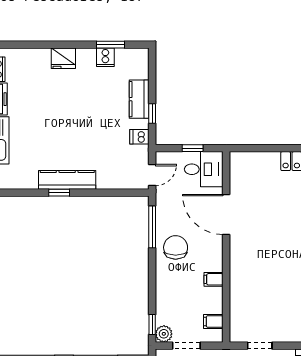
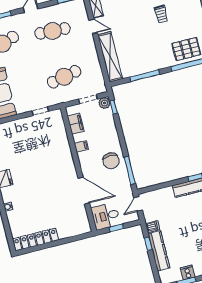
kitchen counter: (139, 99) -> (159, 251), width x1.50
filing cabinet: (213, 322) -> (76, 124), width x2.00

